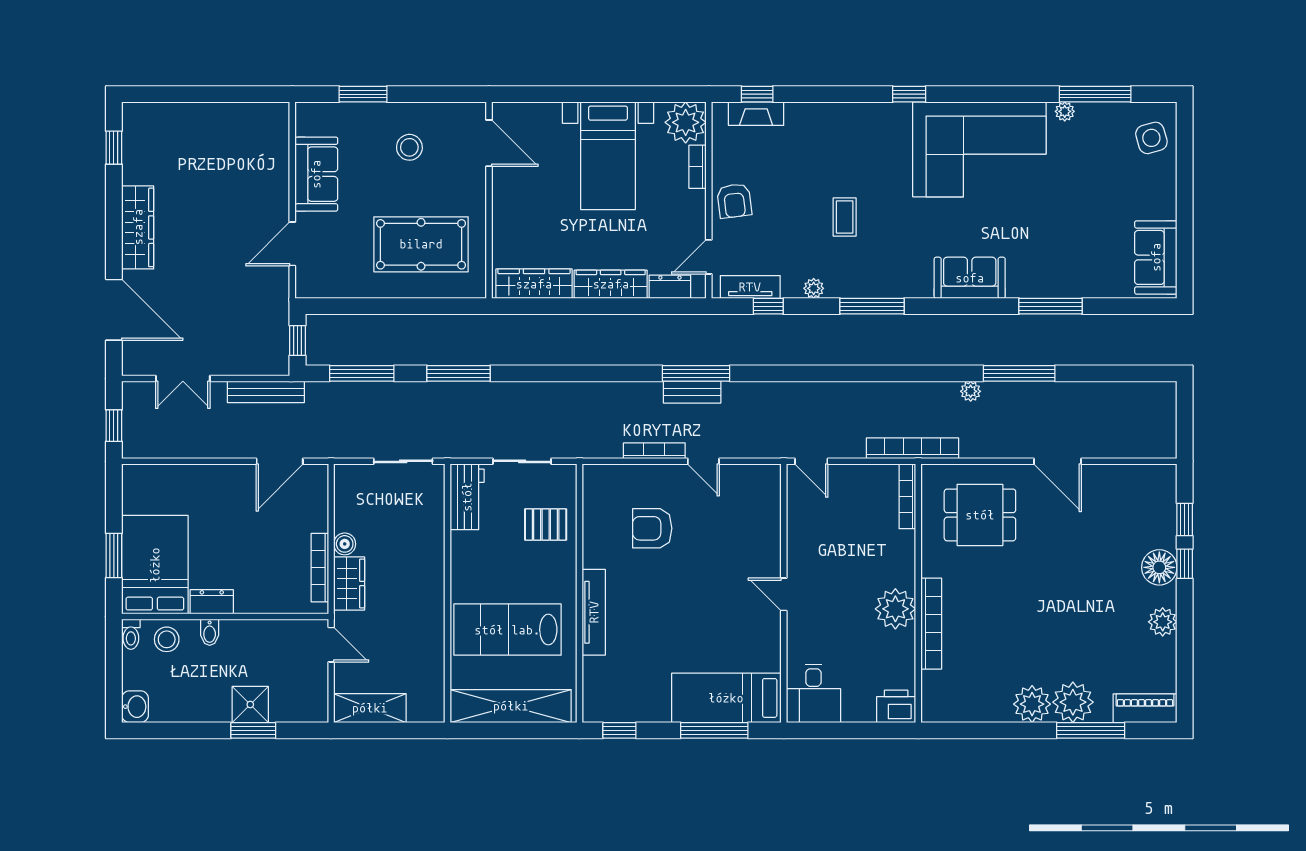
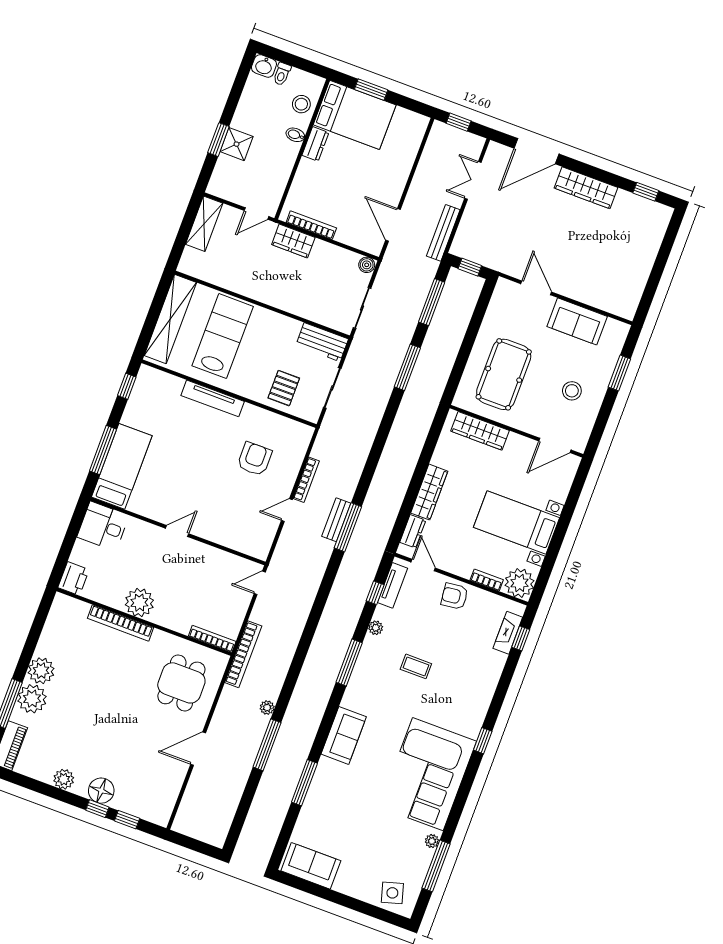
wardrobe: (534, 284) -> (480, 431), moved, turned 90
boiler: (345, 544) -> (367, 265), moved
toilet: (131, 634) -> (282, 74), moved, turned -90

